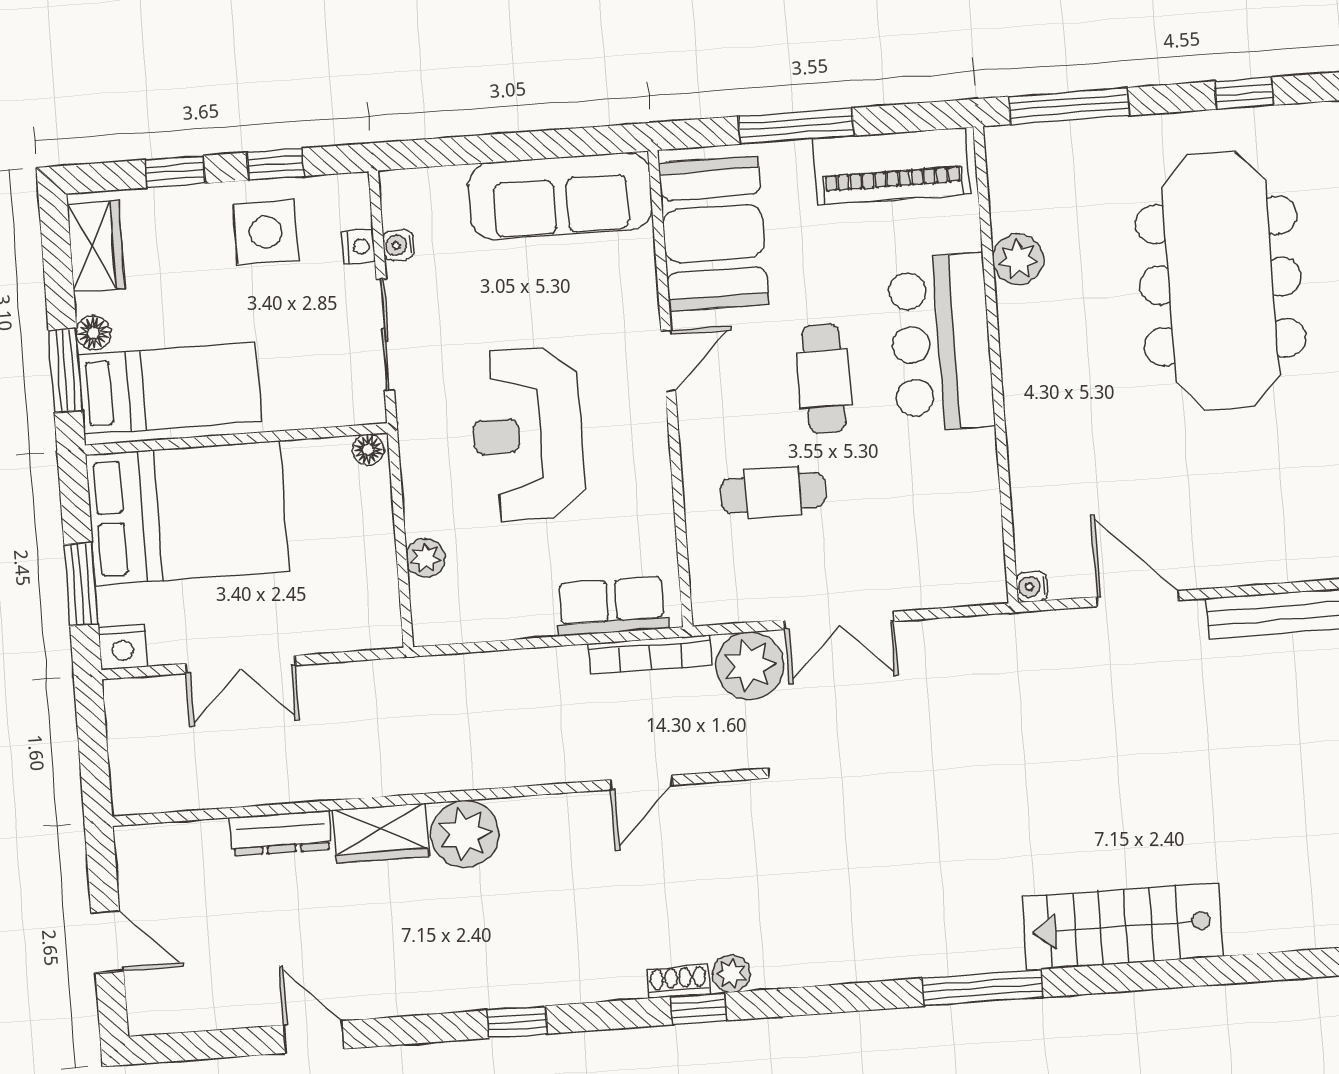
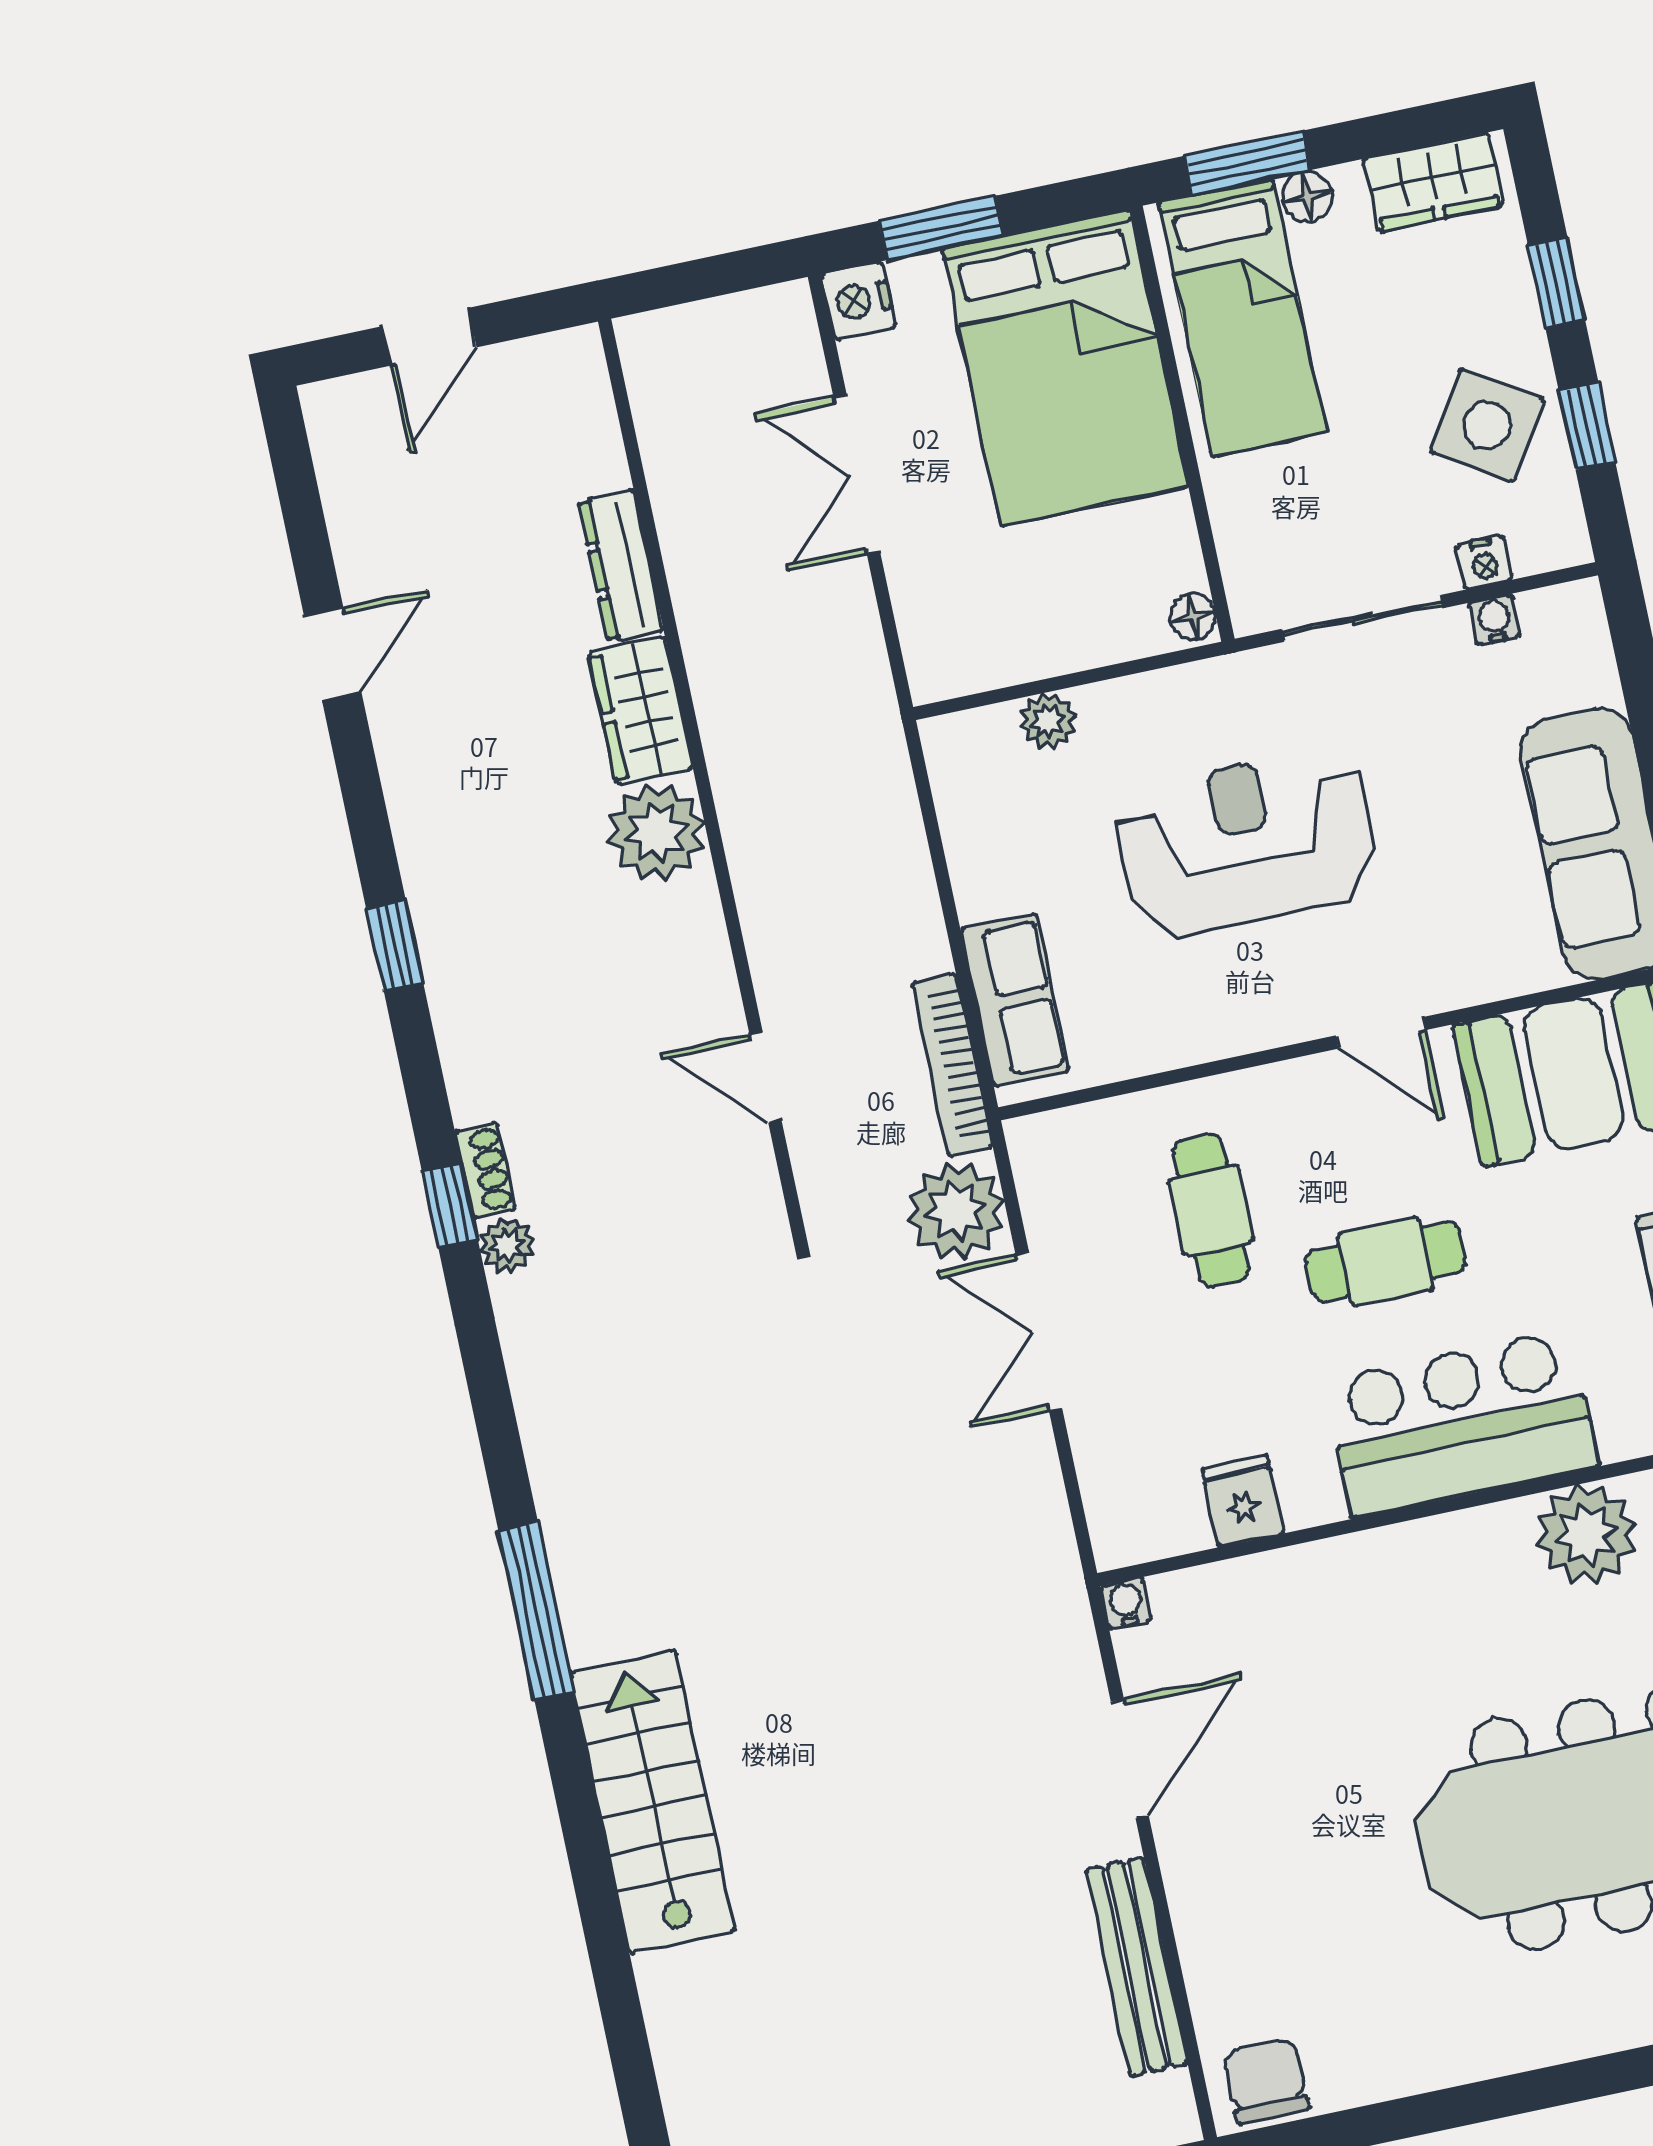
side table: (266, 232) -> (1487, 425), turned 32
plant: (1018, 259) -> (1586, 1534), width x1.36, depth x1.36
fridge: (973, 498) -> (1243, 1501), added

